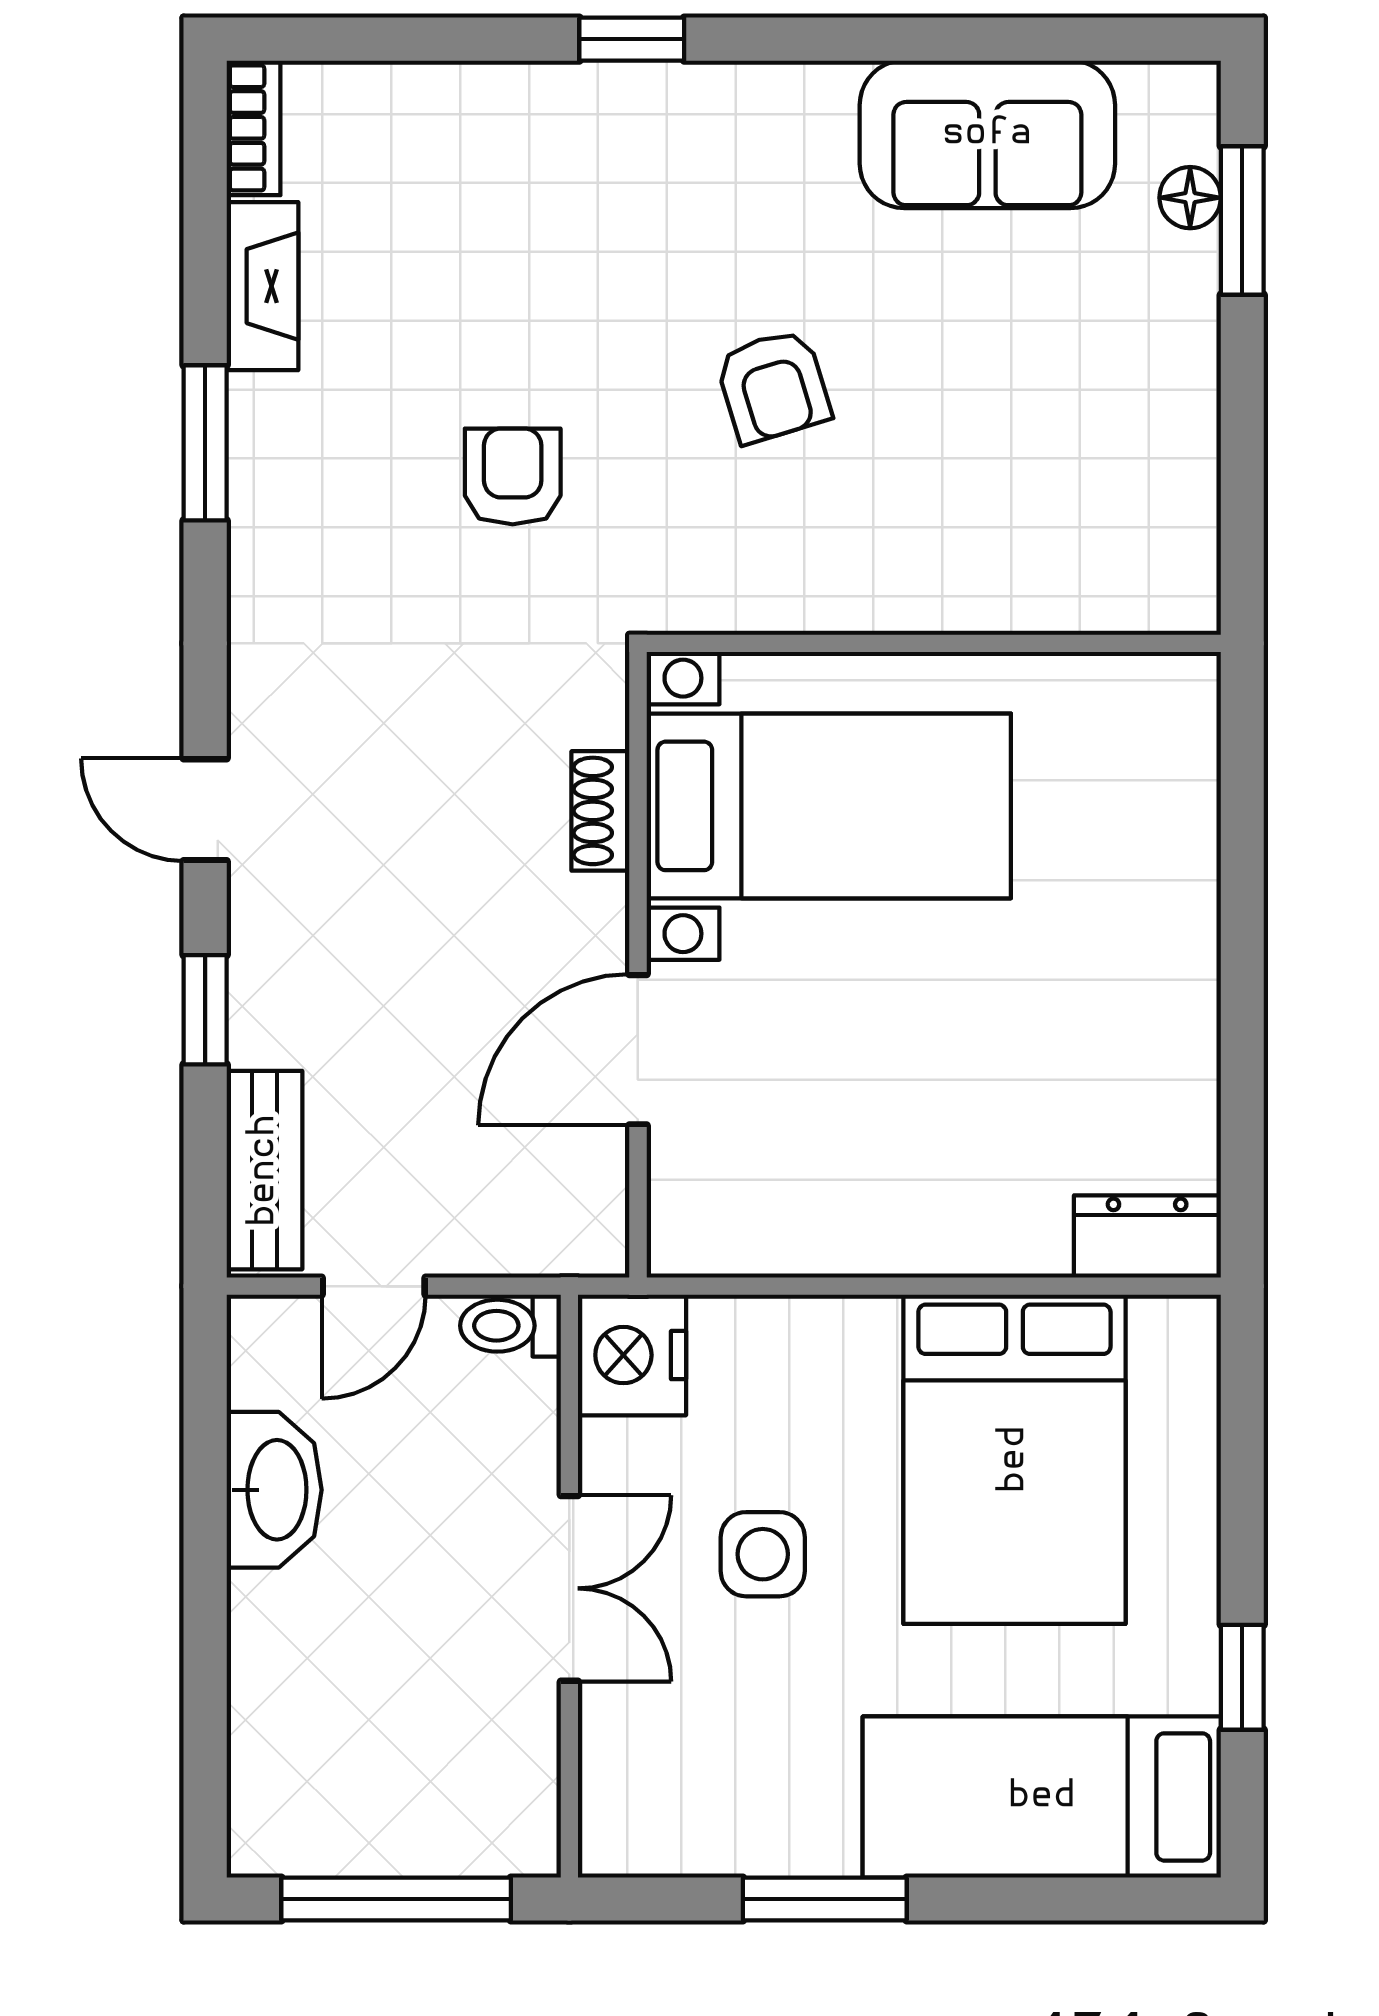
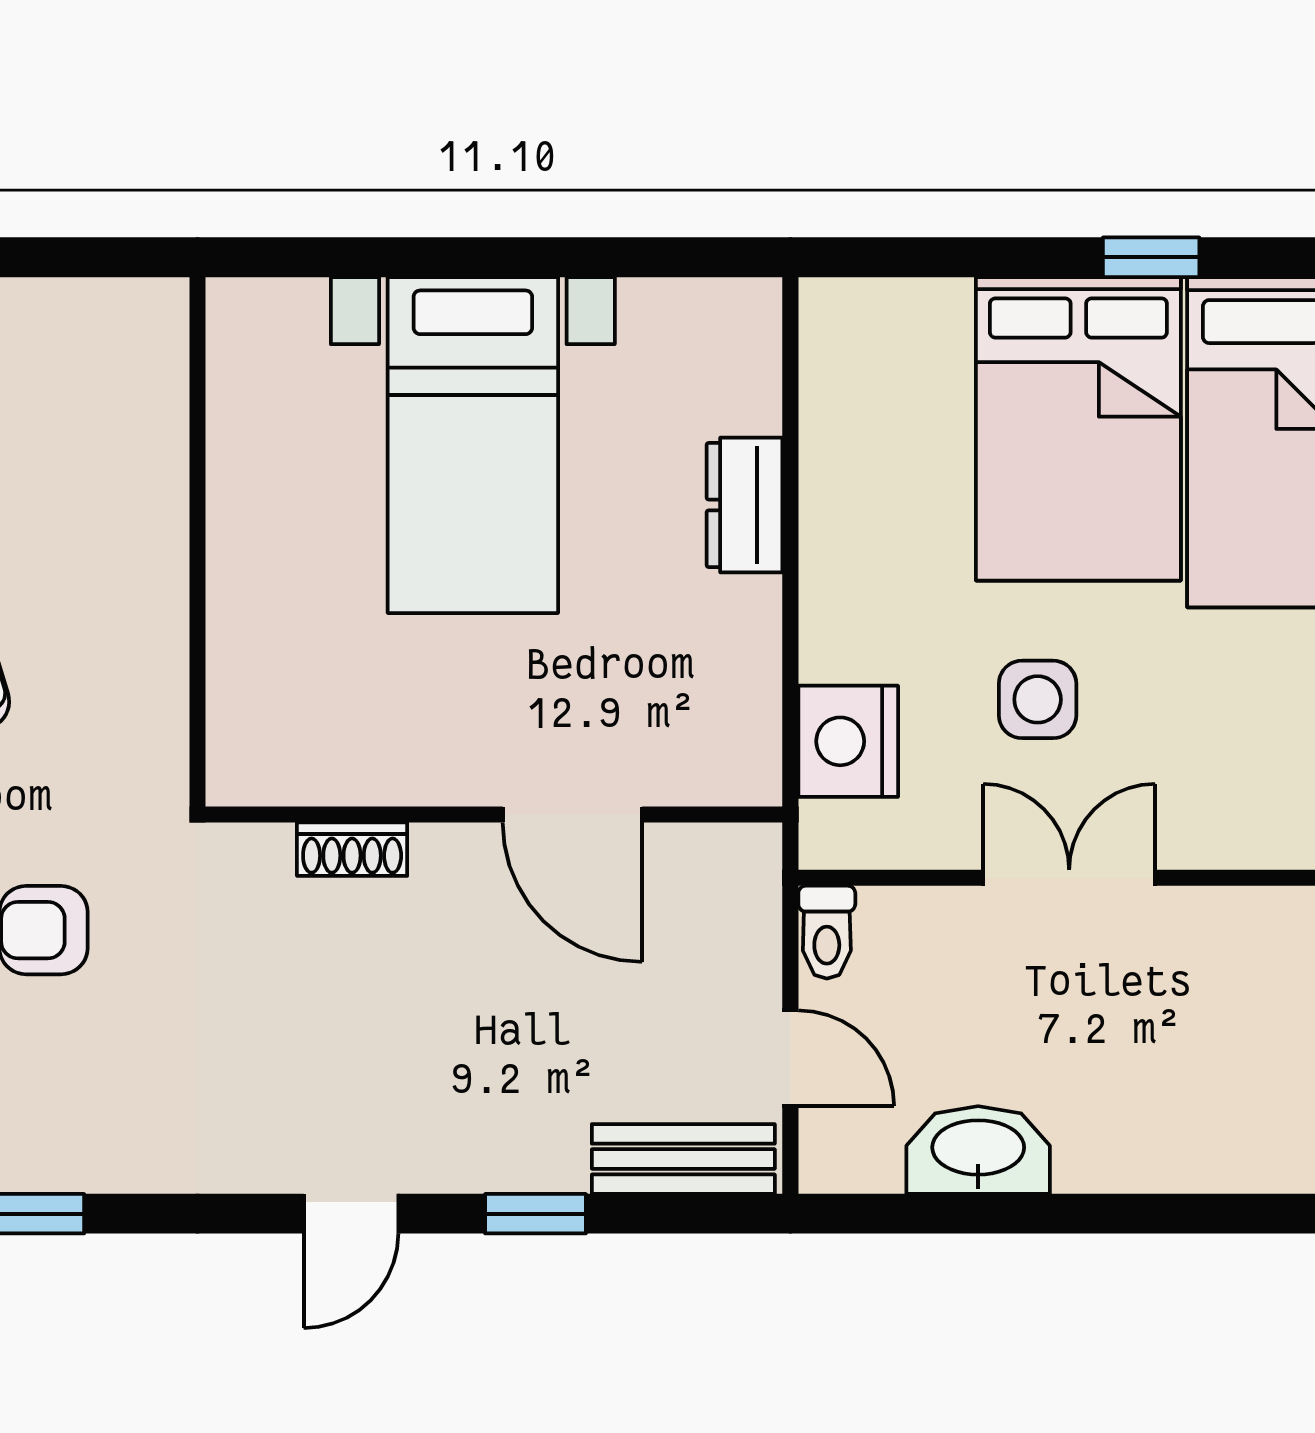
bed with nightstands: (829, 806) -> (473, 445), moved, turned 180
dresser: (1147, 1236) -> (745, 505), moved
nightstand: (632, 1355) -> (848, 741), moved, turned 90
bed: (1014, 1459) -> (1078, 429), moved, turned 90

